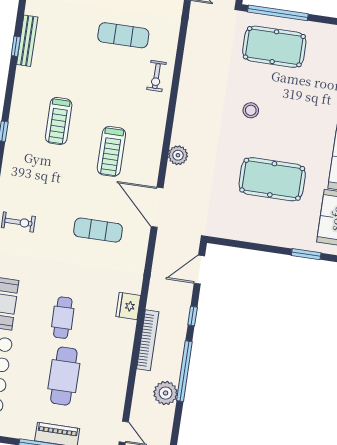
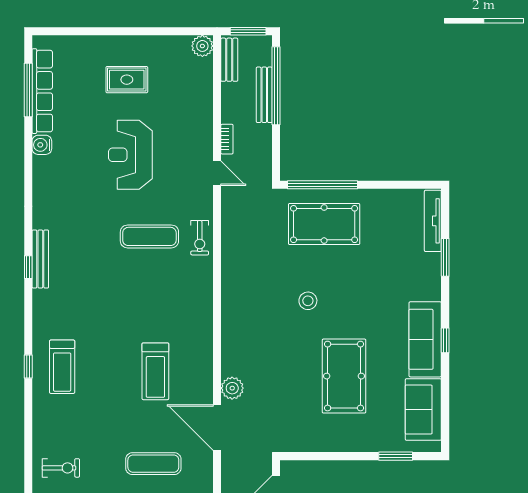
exercise bike: (156, 76) -> (200, 238), moved
treadmill: (59, 121) -> (62, 367), moved
plant: (178, 155) -> (232, 388), moved
pool table: (272, 179) -> (344, 376), turned 90

